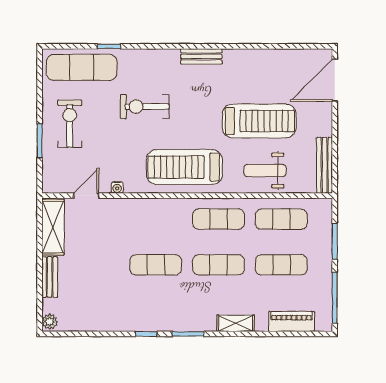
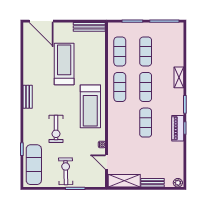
exercise bike: (70, 124) -> (66, 171), turned 89
weight bench: (265, 171) -> (92, 61), removed
piano: (292, 321) -> (178, 128), moved

